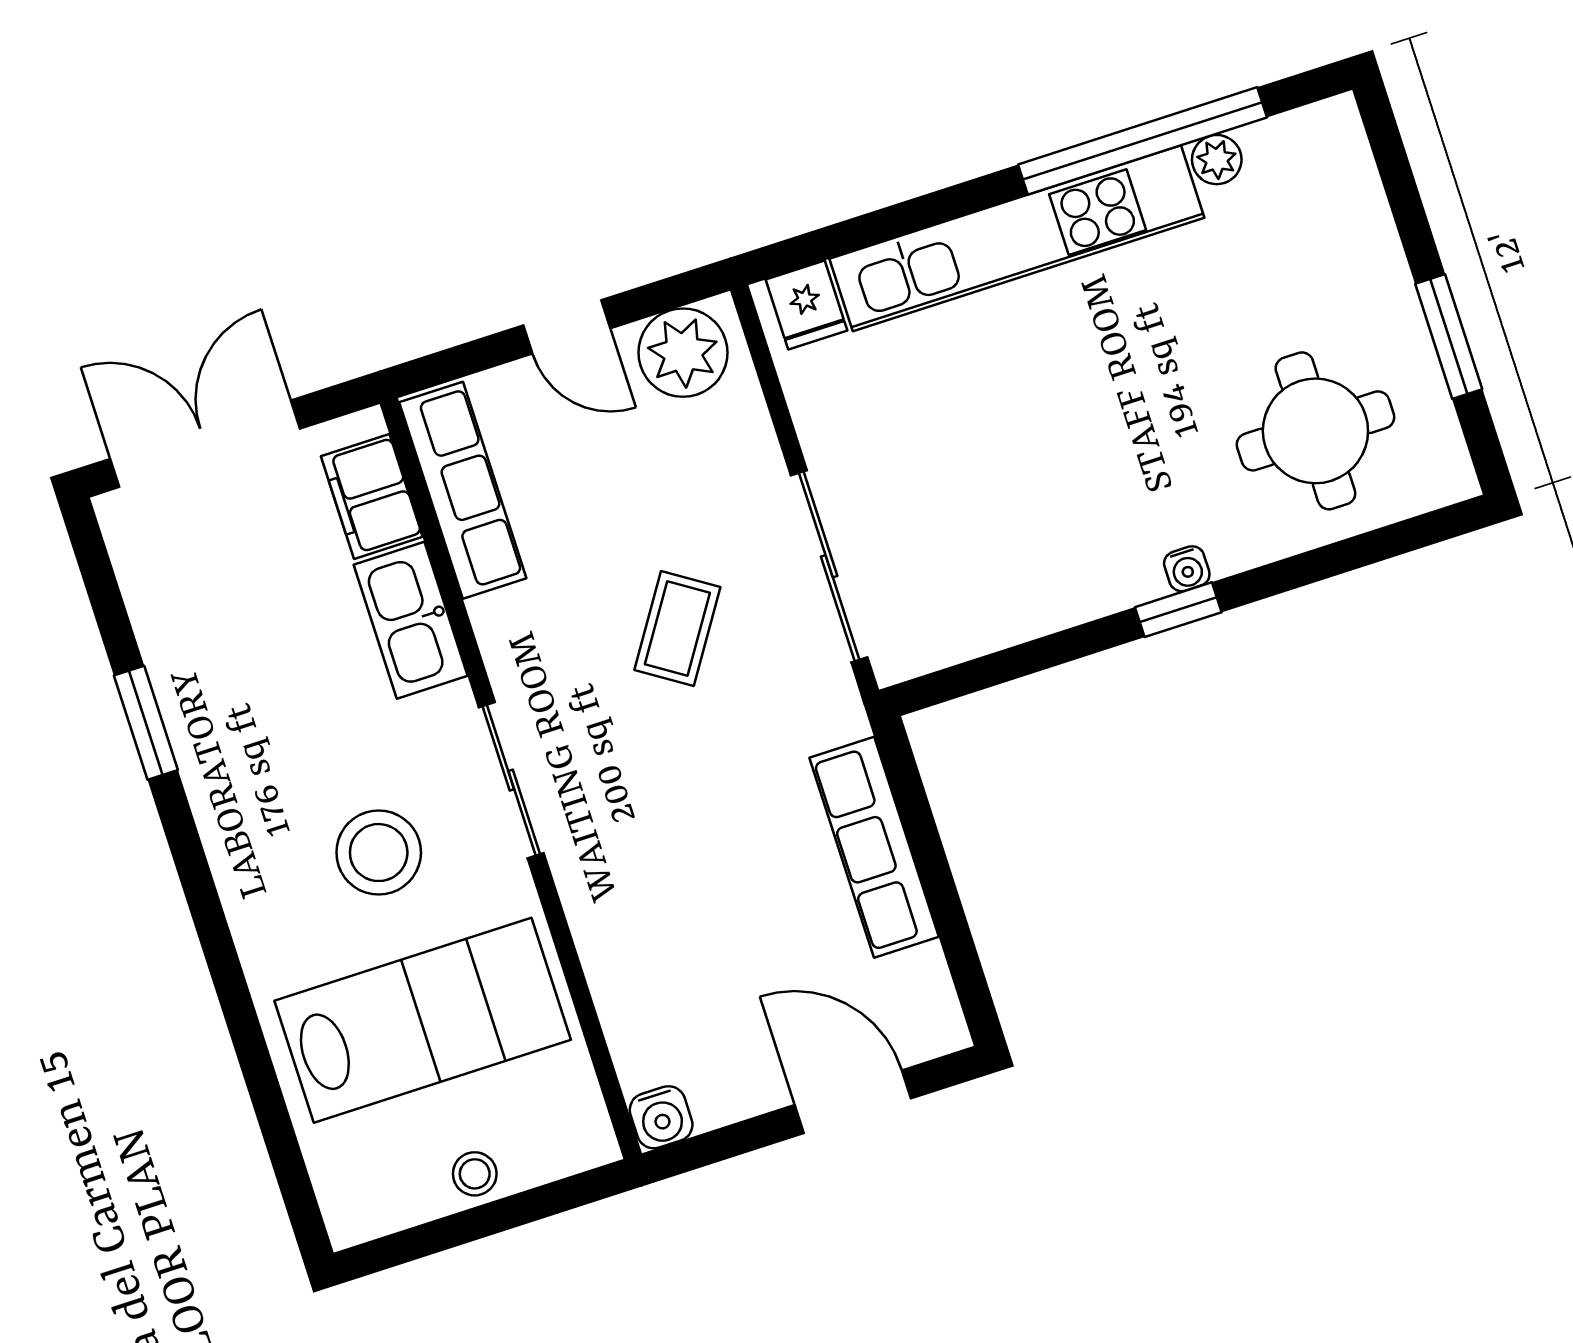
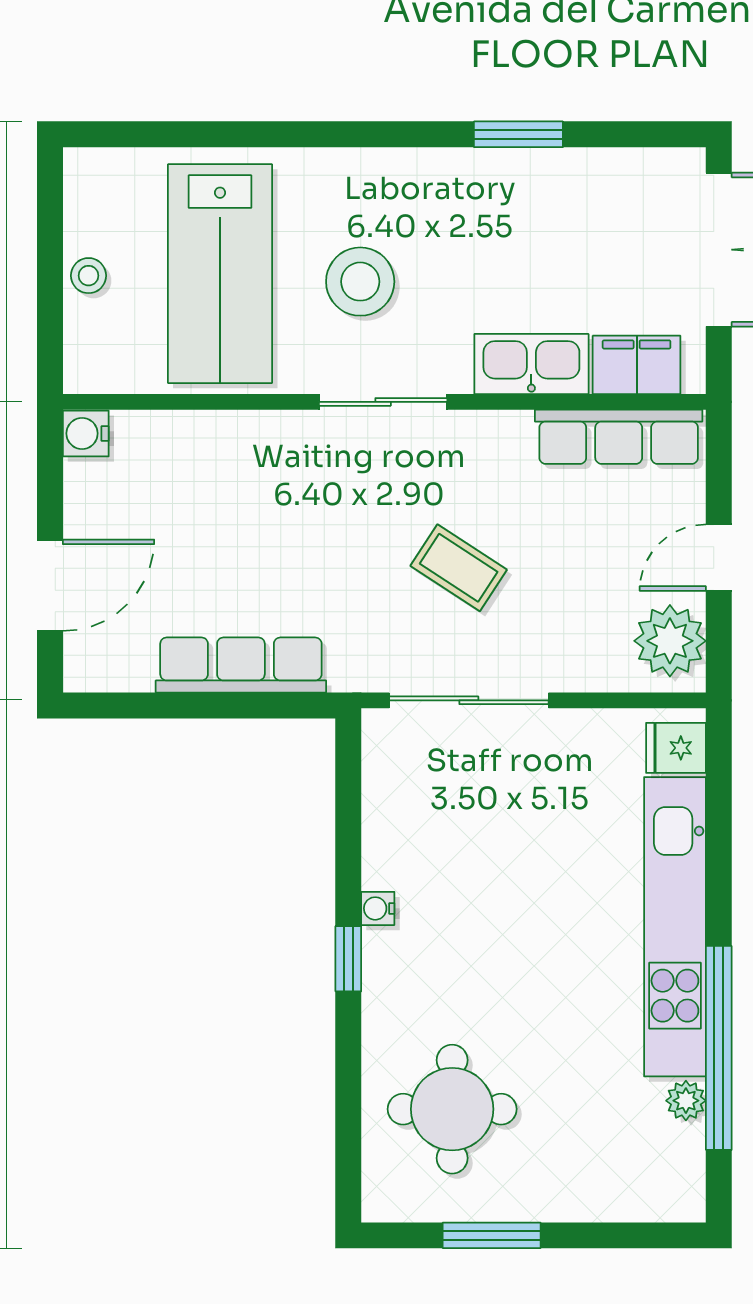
water cooler: (1187, 569) -> (378, 908), moved

